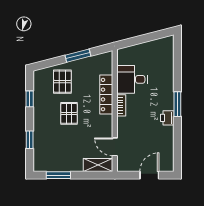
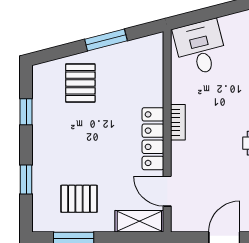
desk: (132, 79) -> (200, 48), moved, turned 76
locker: (106, 95) -> (153, 139), moved
pallet: (69, 113) -> (79, 199), moved, turned 90

